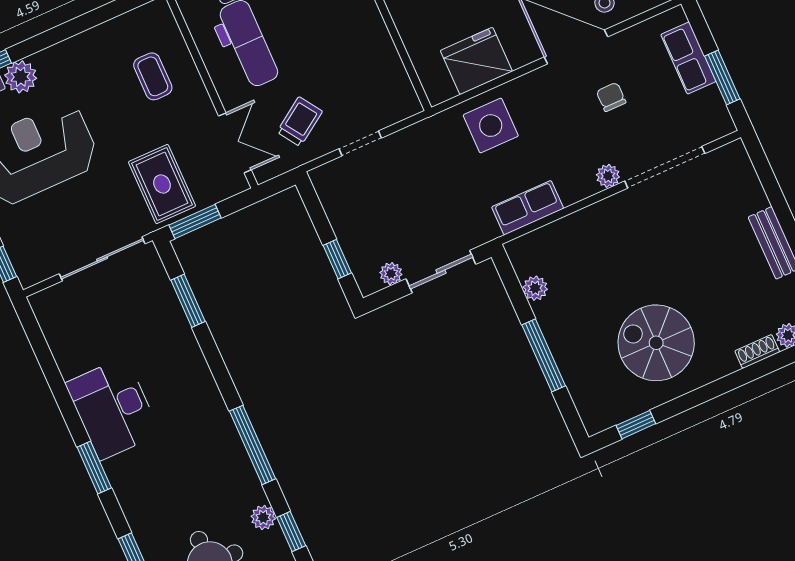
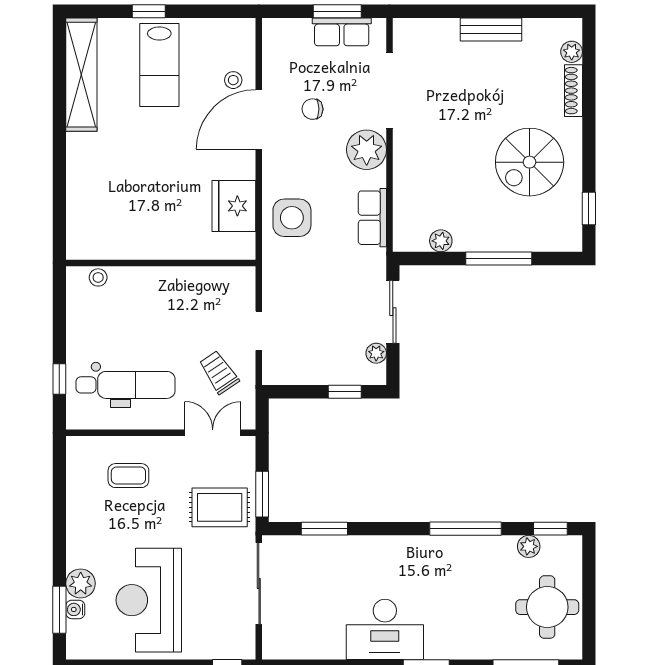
row of seats: (688, 58) -> (342, 32), moved
plant: (608, 176) -> (367, 150), width x1.87, depth x1.87
shoe rack: (757, 351) -> (574, 91), width x1.43

